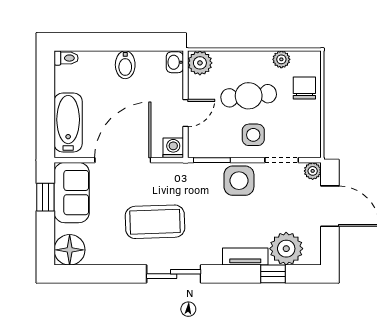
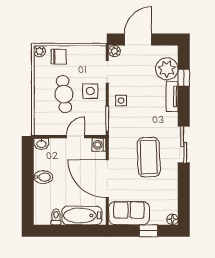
toilet: (66, 58) -> (56, 217), moved
plant: (281, 59) -> (39, 51), moved
plant: (200, 63) -> (42, 127), removed
chair: (304, 88) -> (59, 57), turned 180
door: (186, 113) -> (76, 137), hinge flipped
side table: (239, 181) -> (121, 101), width x0.54, depth x0.54
window: (45, 197) -> (149, 231), moved
floor lamp: (70, 250) -> (172, 219), width x0.53, depth x0.53

